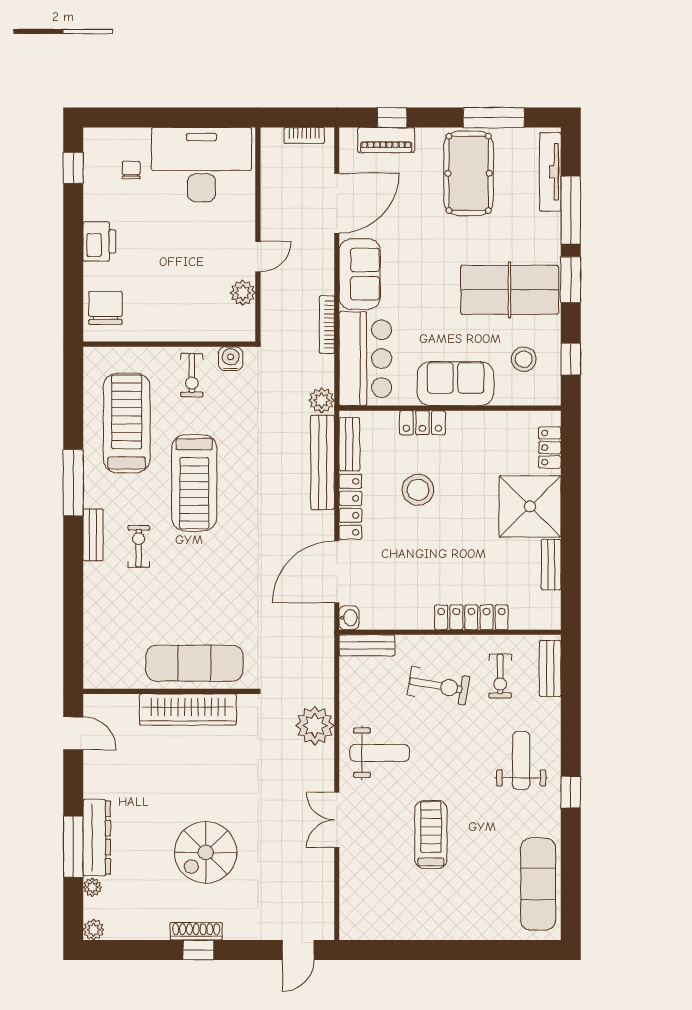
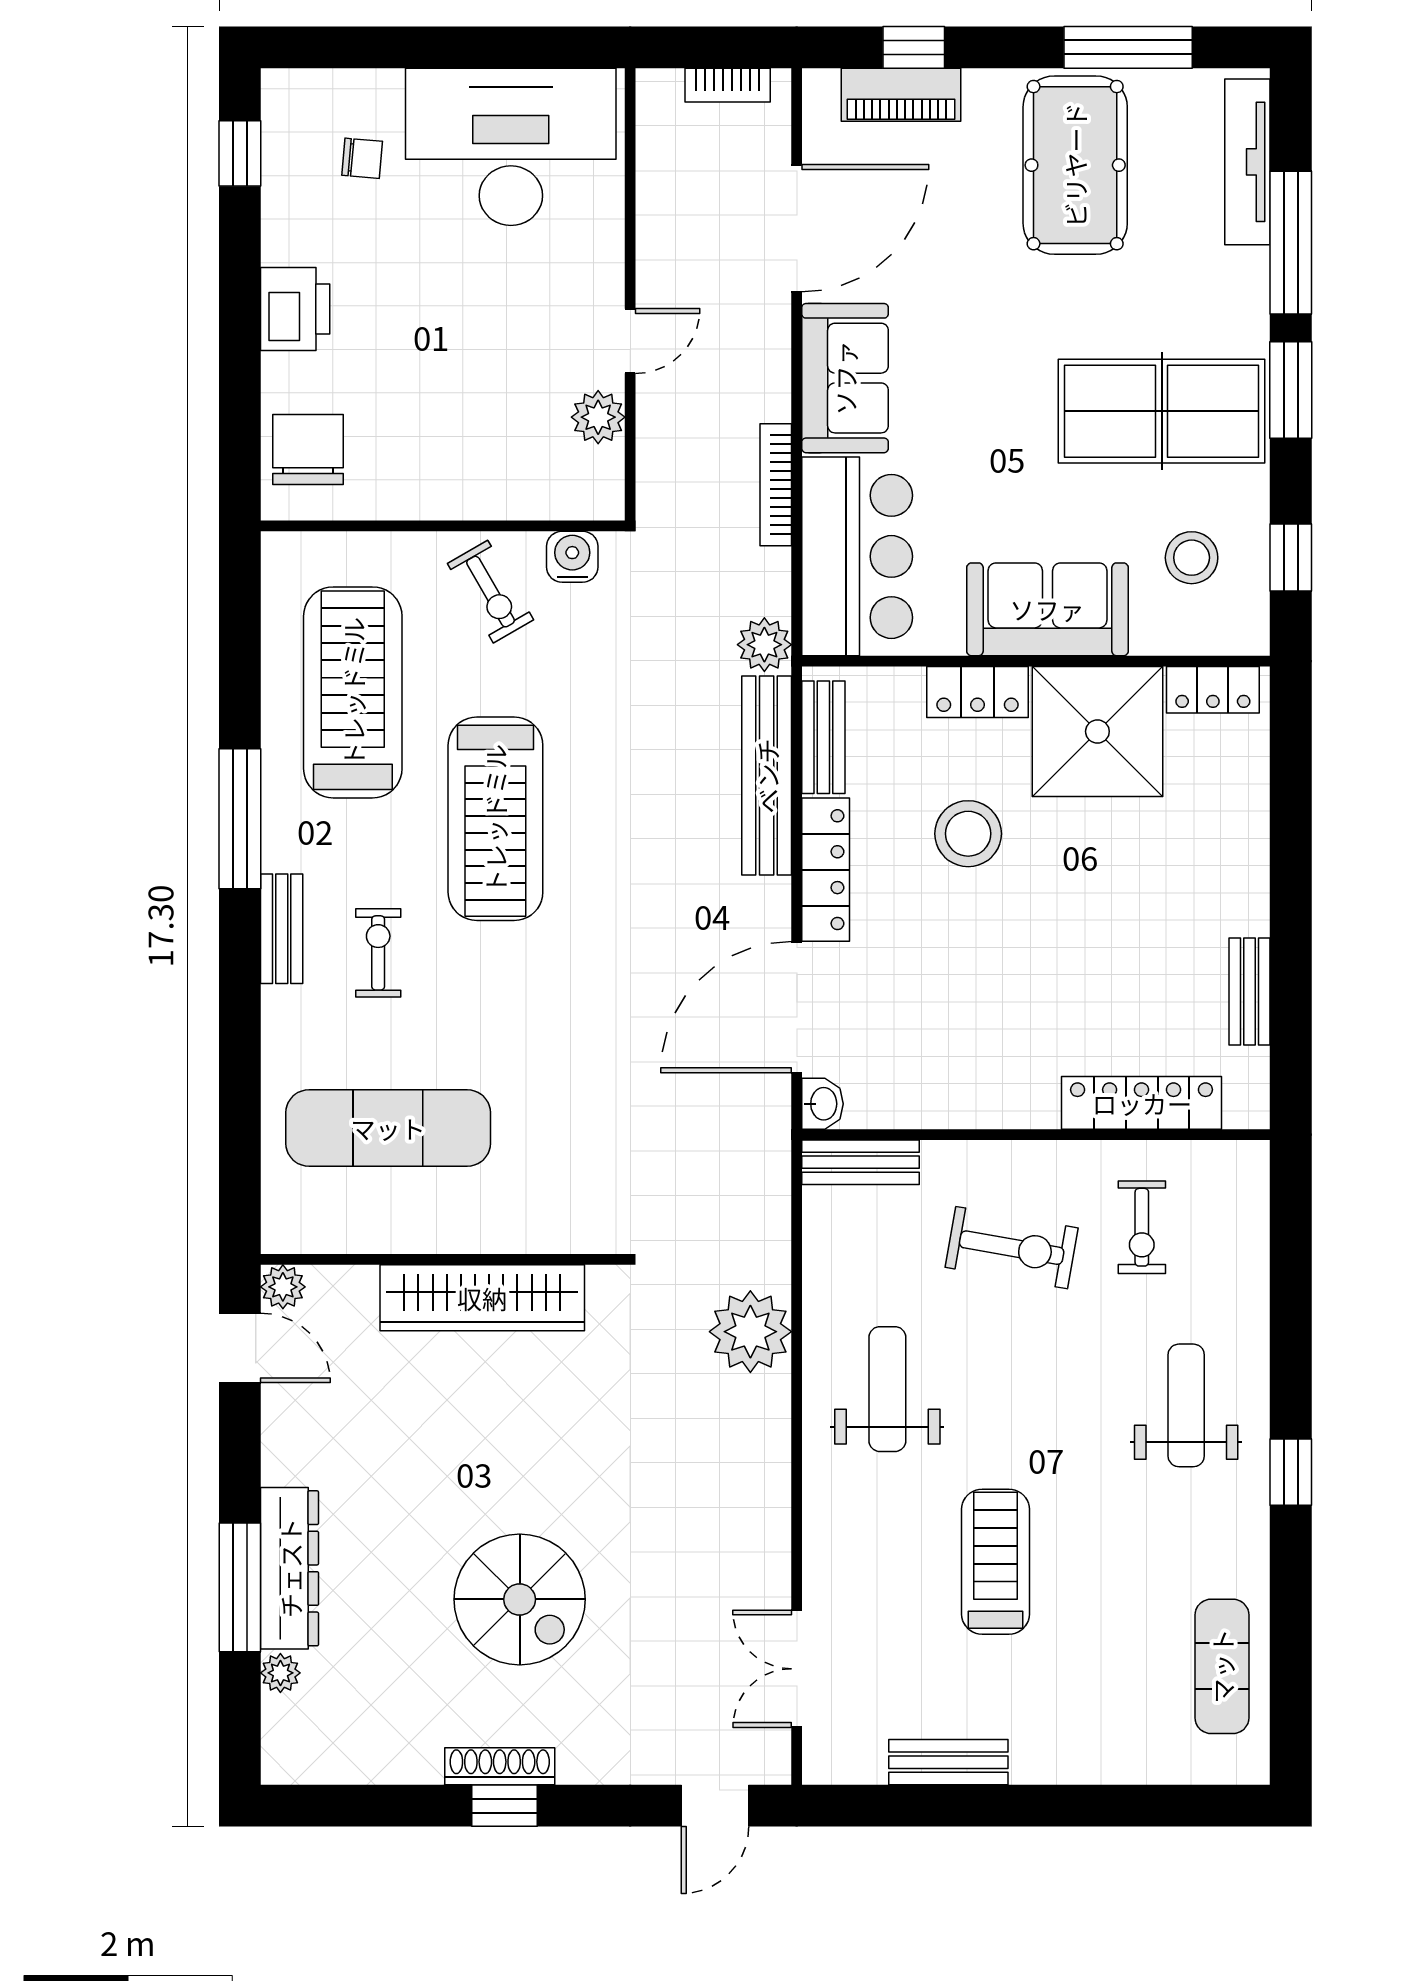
chair: (131, 170) -> (362, 158), turned 95
exercise bike: (192, 375) -> (490, 592), turned -30
locker: (550, 448) -> (1213, 690), moved, turned -90
shower: (530, 506) -> (1097, 731), moved
locker: (471, 617) -> (1142, 1103), moved
exercise mat: (194, 663) -> (388, 1128), moved
bench: (550, 669) -> (948, 1762), moved, turned 90
weight bench: (380, 753) -> (887, 1389), turned -90
double door: (337, 820) -> (797, 1669), moved
spiral stairs: (206, 852) -> (520, 1599), turned -90
exercise mat: (538, 884) -> (1222, 1666), width x0.73, depth x0.69
plant: (94, 930) -> (283, 1287), moved

